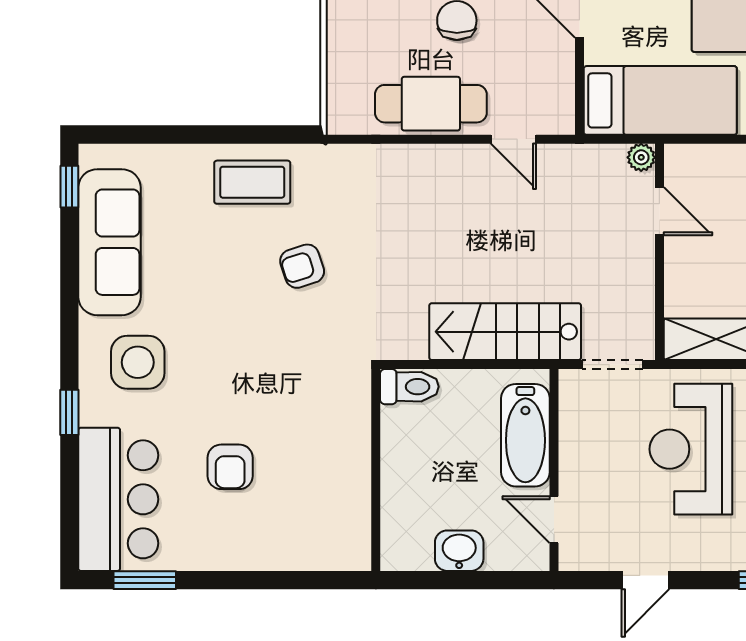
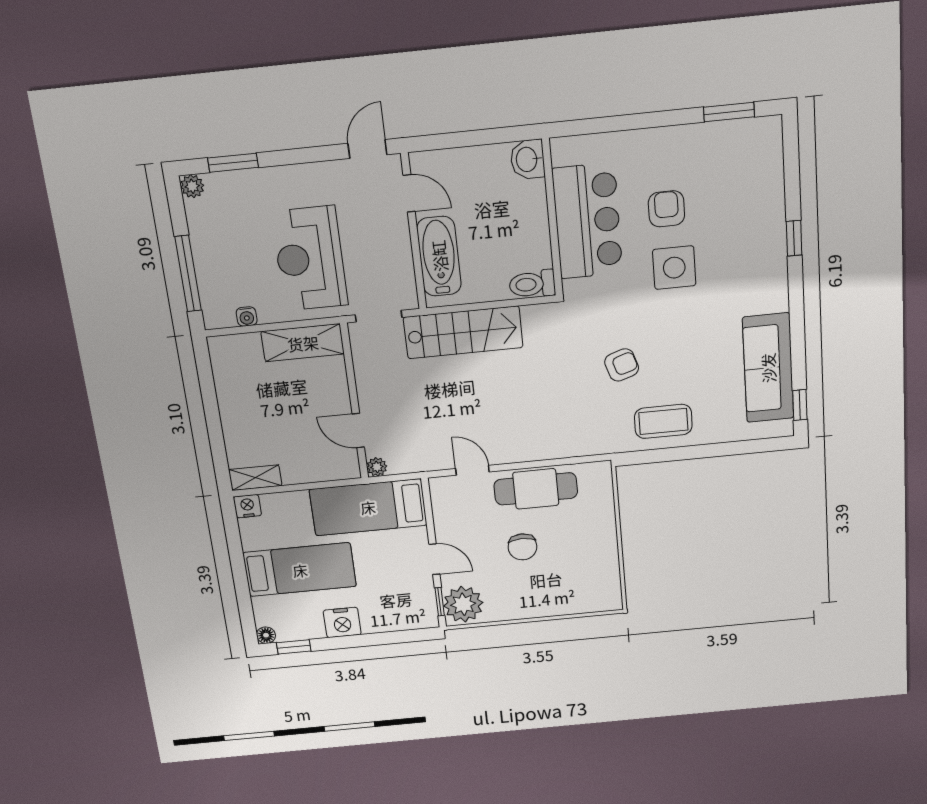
side table: (138, 362) -> (674, 268), moved
reception desk: (691, 449) -> (310, 259), turned 180
bar counter: (118, 499) -> (588, 221), moved, turned 180
washbasin: (459, 551) -> (528, 159), moved, turned 90
door: (645, 580) -> (367, 149), moved

